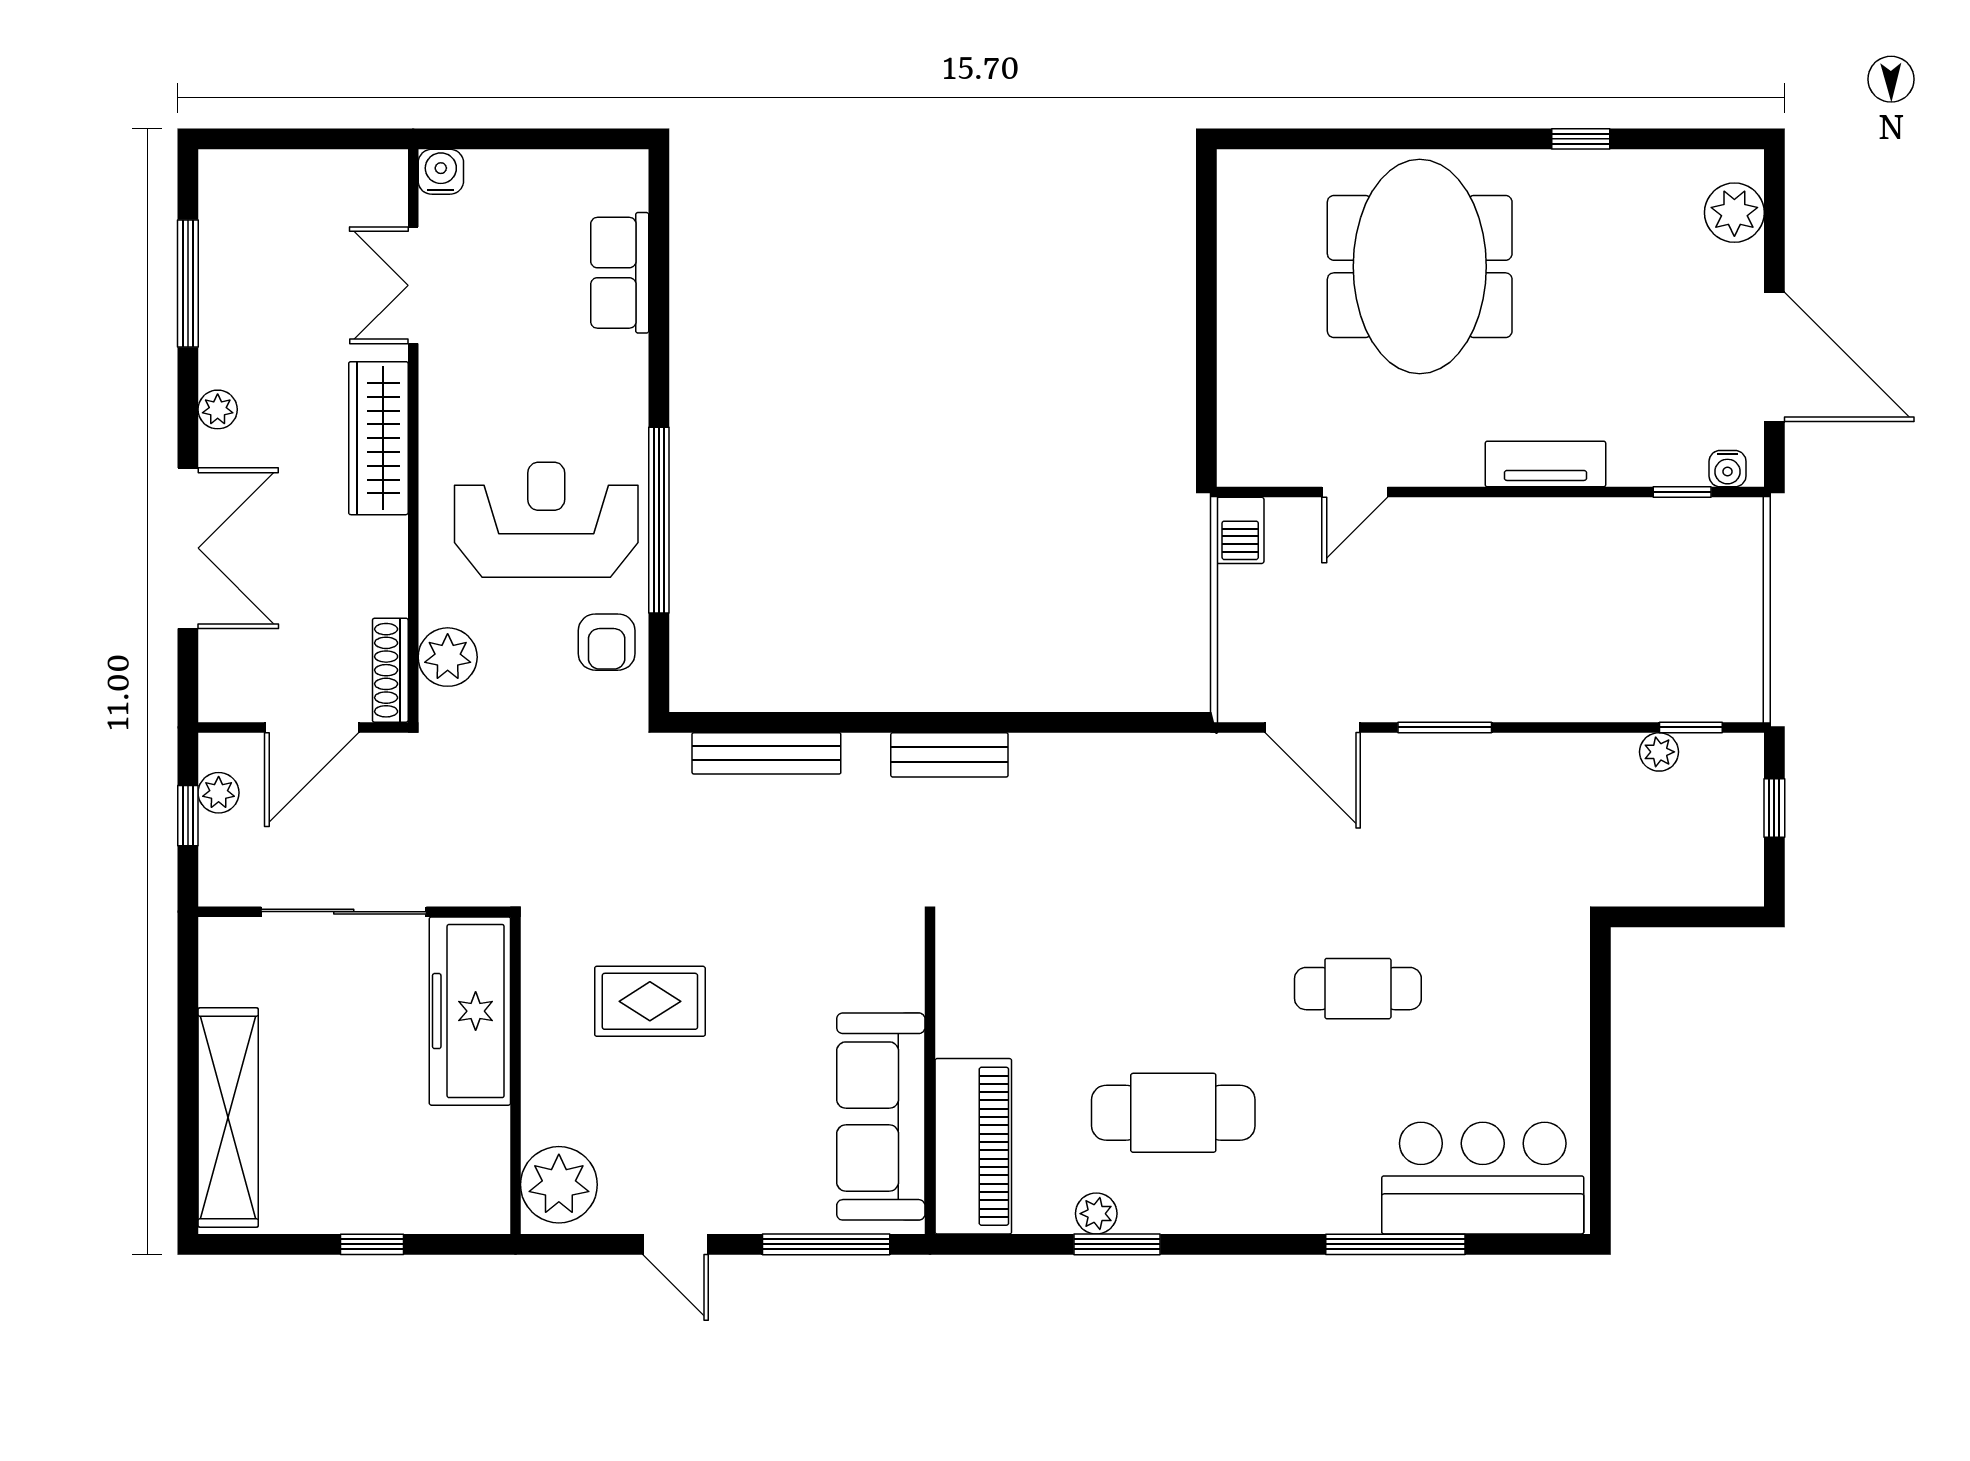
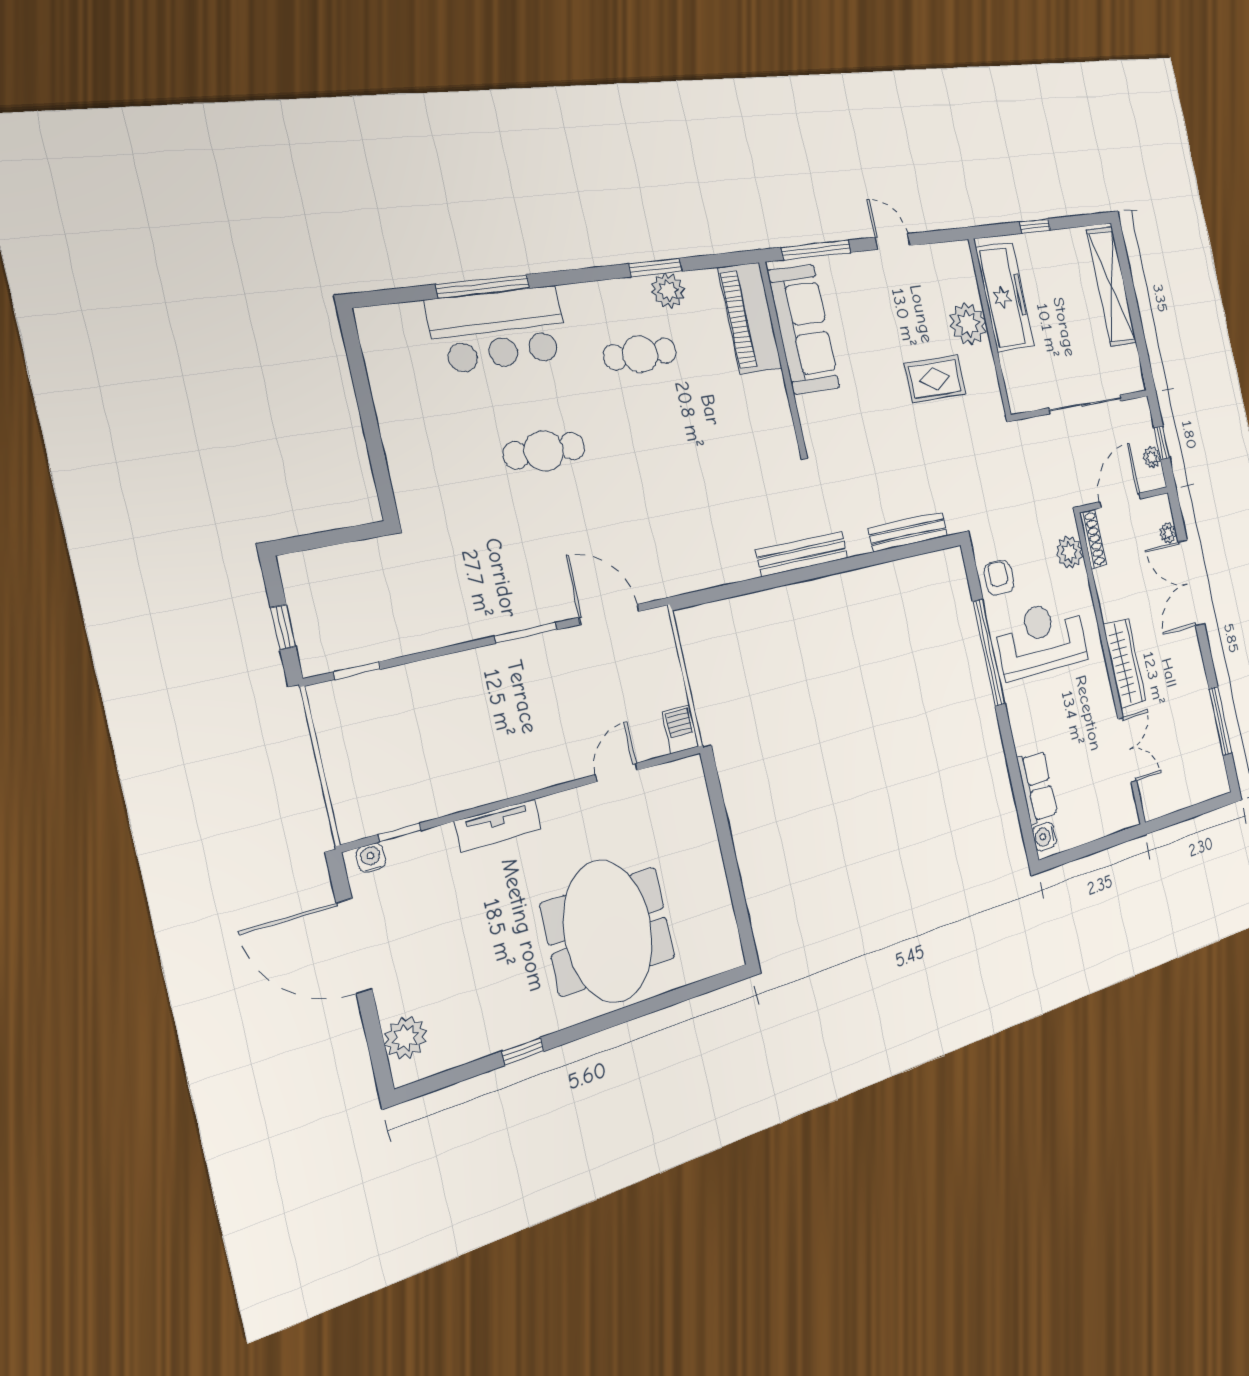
water cooler: (441, 172) -> (1044, 836), moved, turned 90
plant: (218, 409) -> (1168, 533), moved
reception desk: (546, 520) -> (1041, 639), turned 180
plant: (1659, 752) -> (376, 649), removed
bench: (949, 755) -> (802, 554), width x1.36
freezer: (470, 1011) -> (1005, 297), moved
cafe table: (1173, 1113) -> (640, 354), width x0.73, depth x0.74
bar counter: (1483, 1178) -> (498, 329), moved
plant: (559, 1185) -> (968, 324), moved
plant: (1096, 1214) -> (668, 291), width x1.38, depth x1.38

